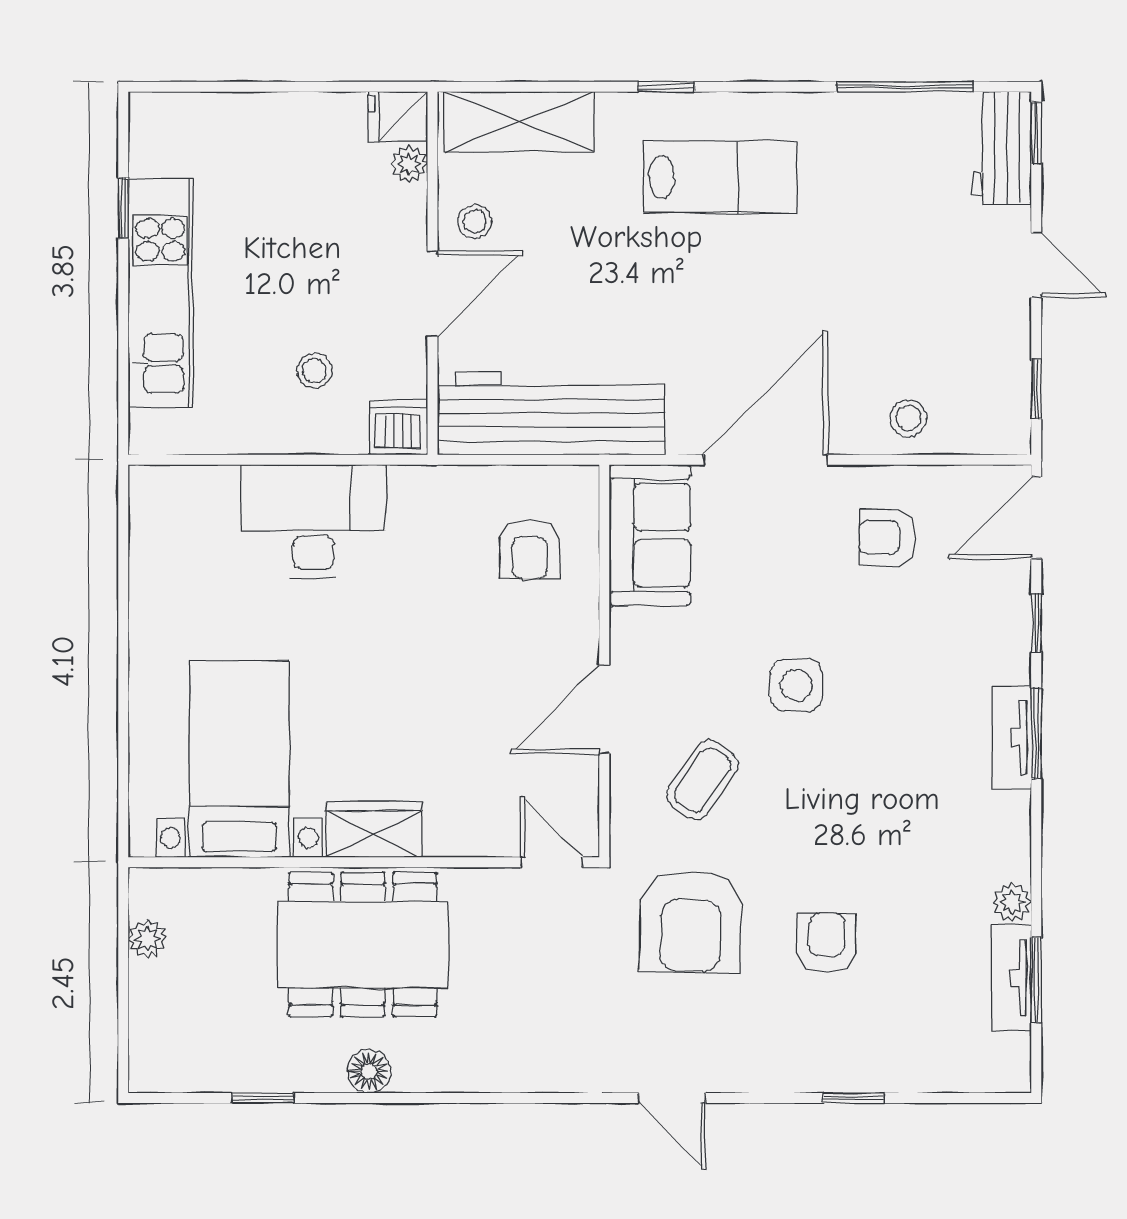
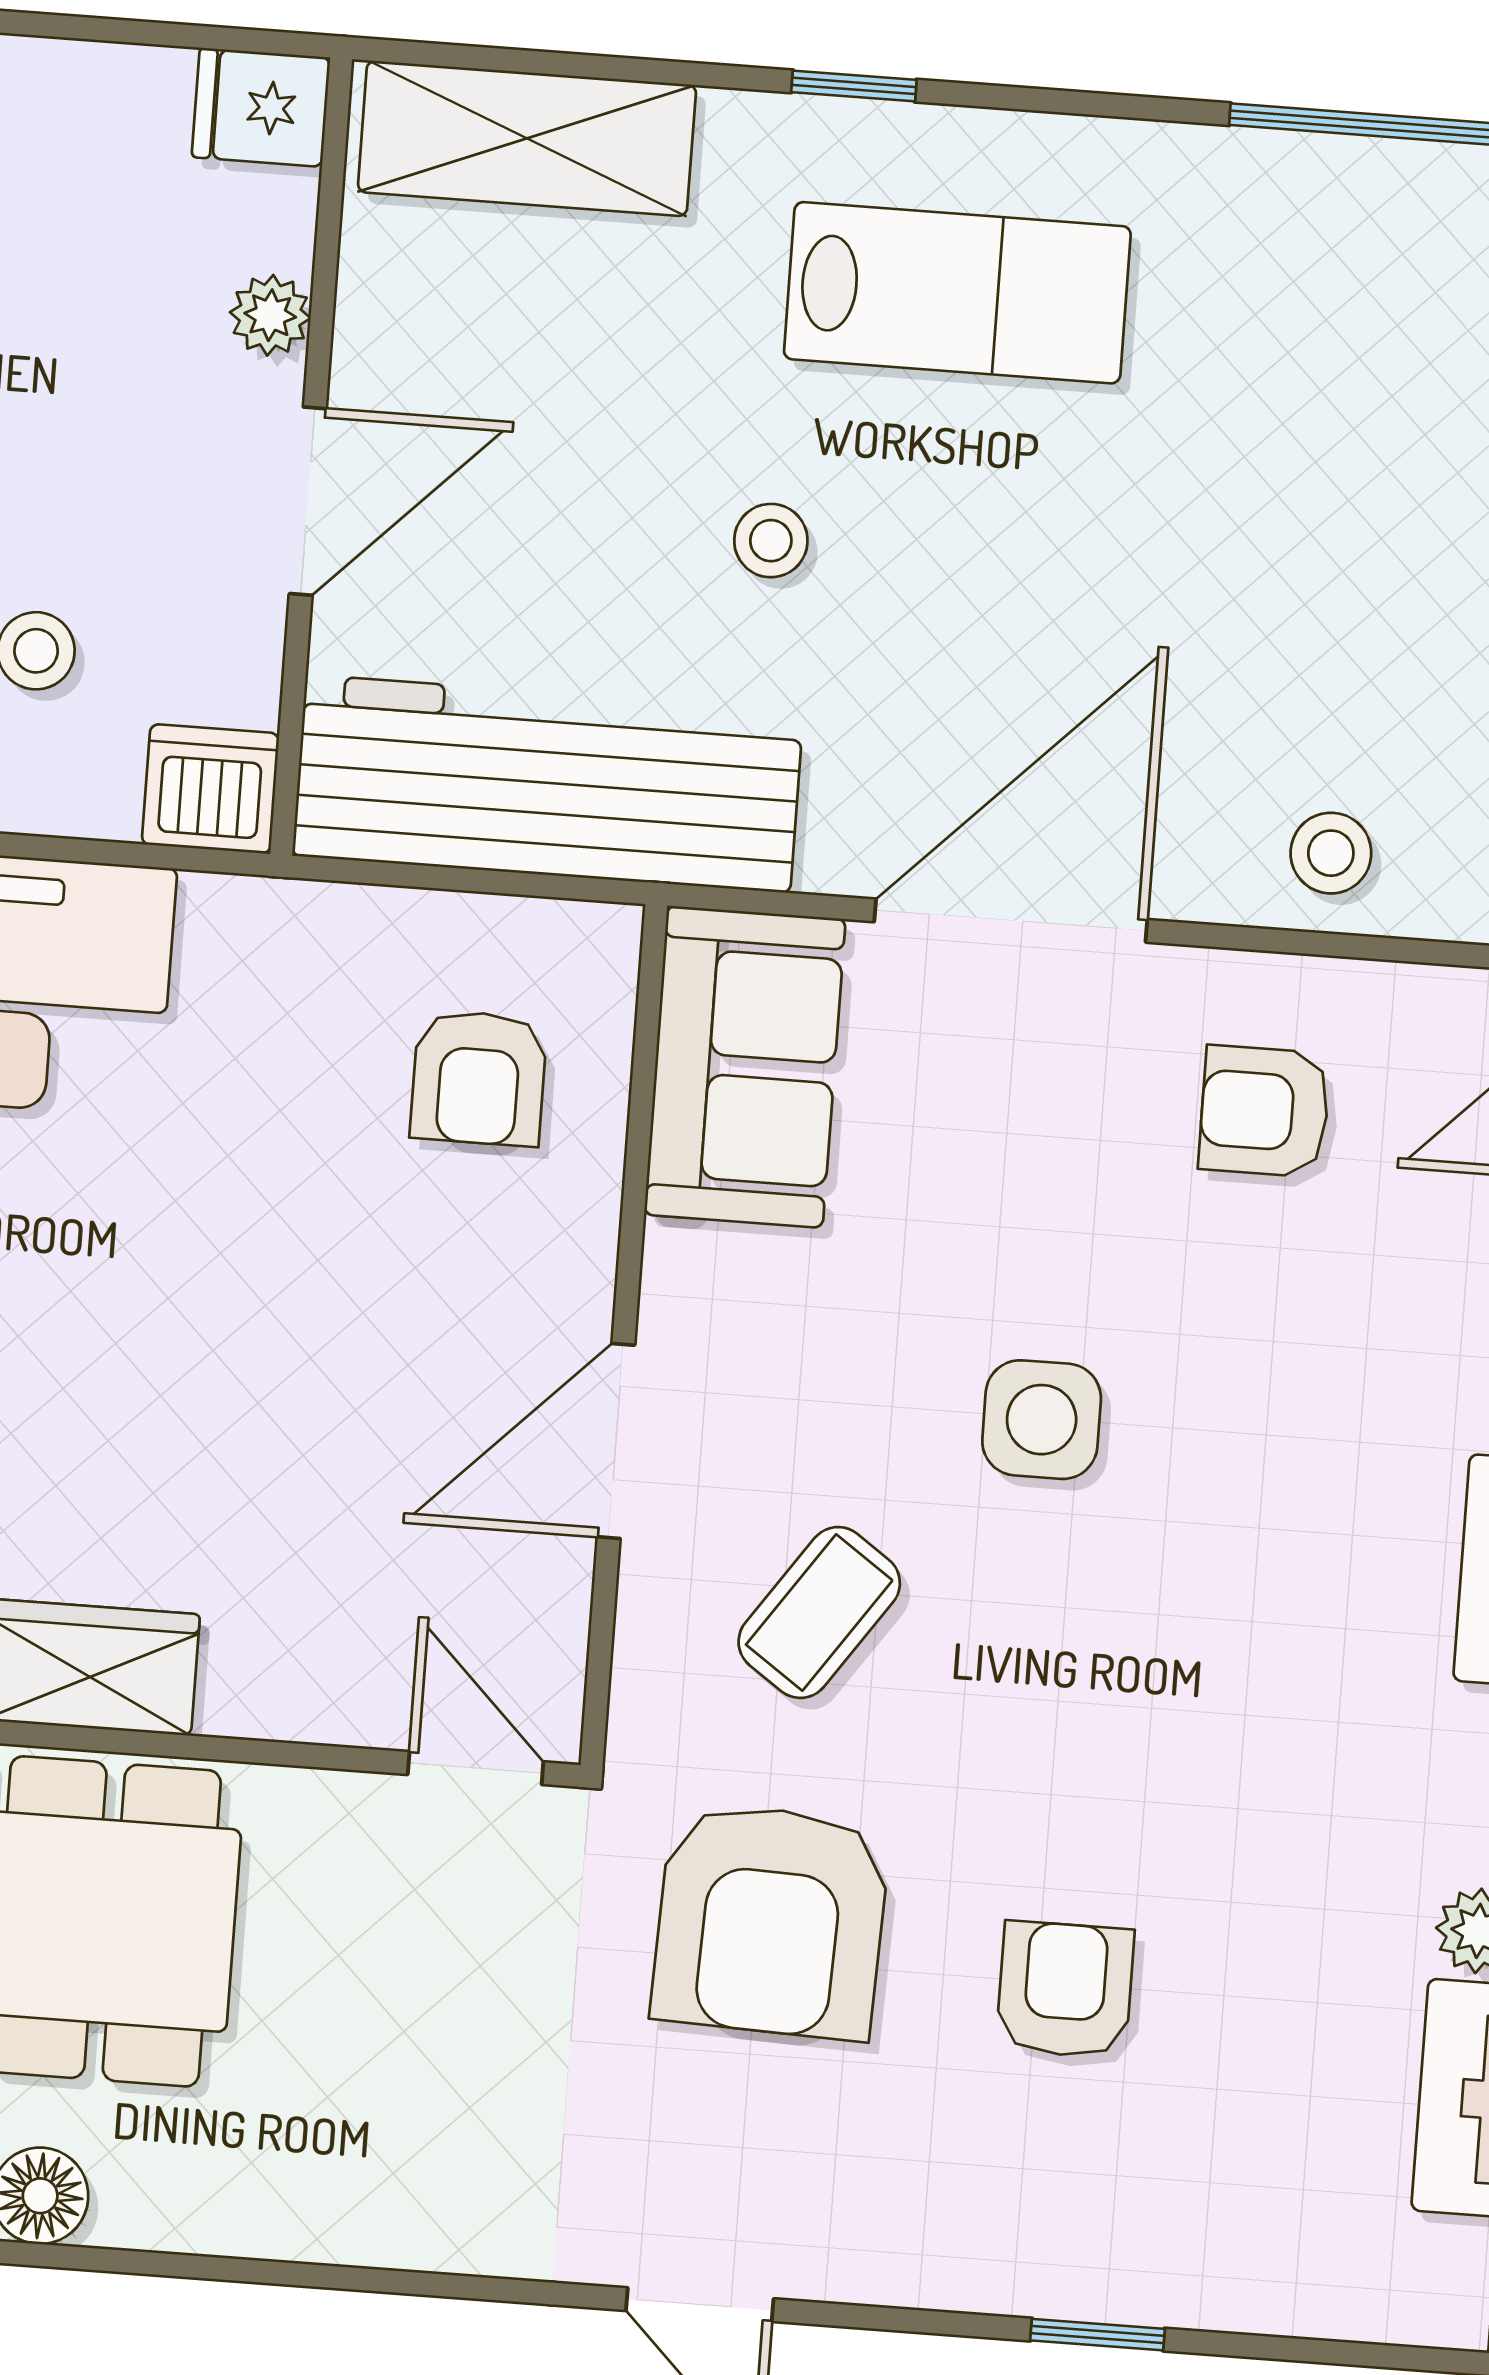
plant: (409, 164) -> (270, 315), moved
stool: (475, 221) -> (771, 541), moved

